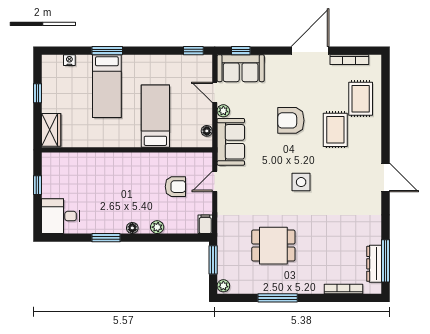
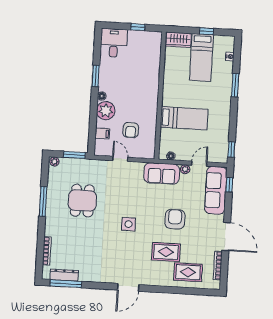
sofa: (241, 68) -> (216, 190), width x1.36
bed: (107, 86) -> (201, 57), moved, turned -90
door: (215, 181) -> (120, 159), moved
filing cabinet: (205, 224) -> (102, 134), moved
plant: (157, 227) -> (106, 111), width x1.87, depth x1.87

